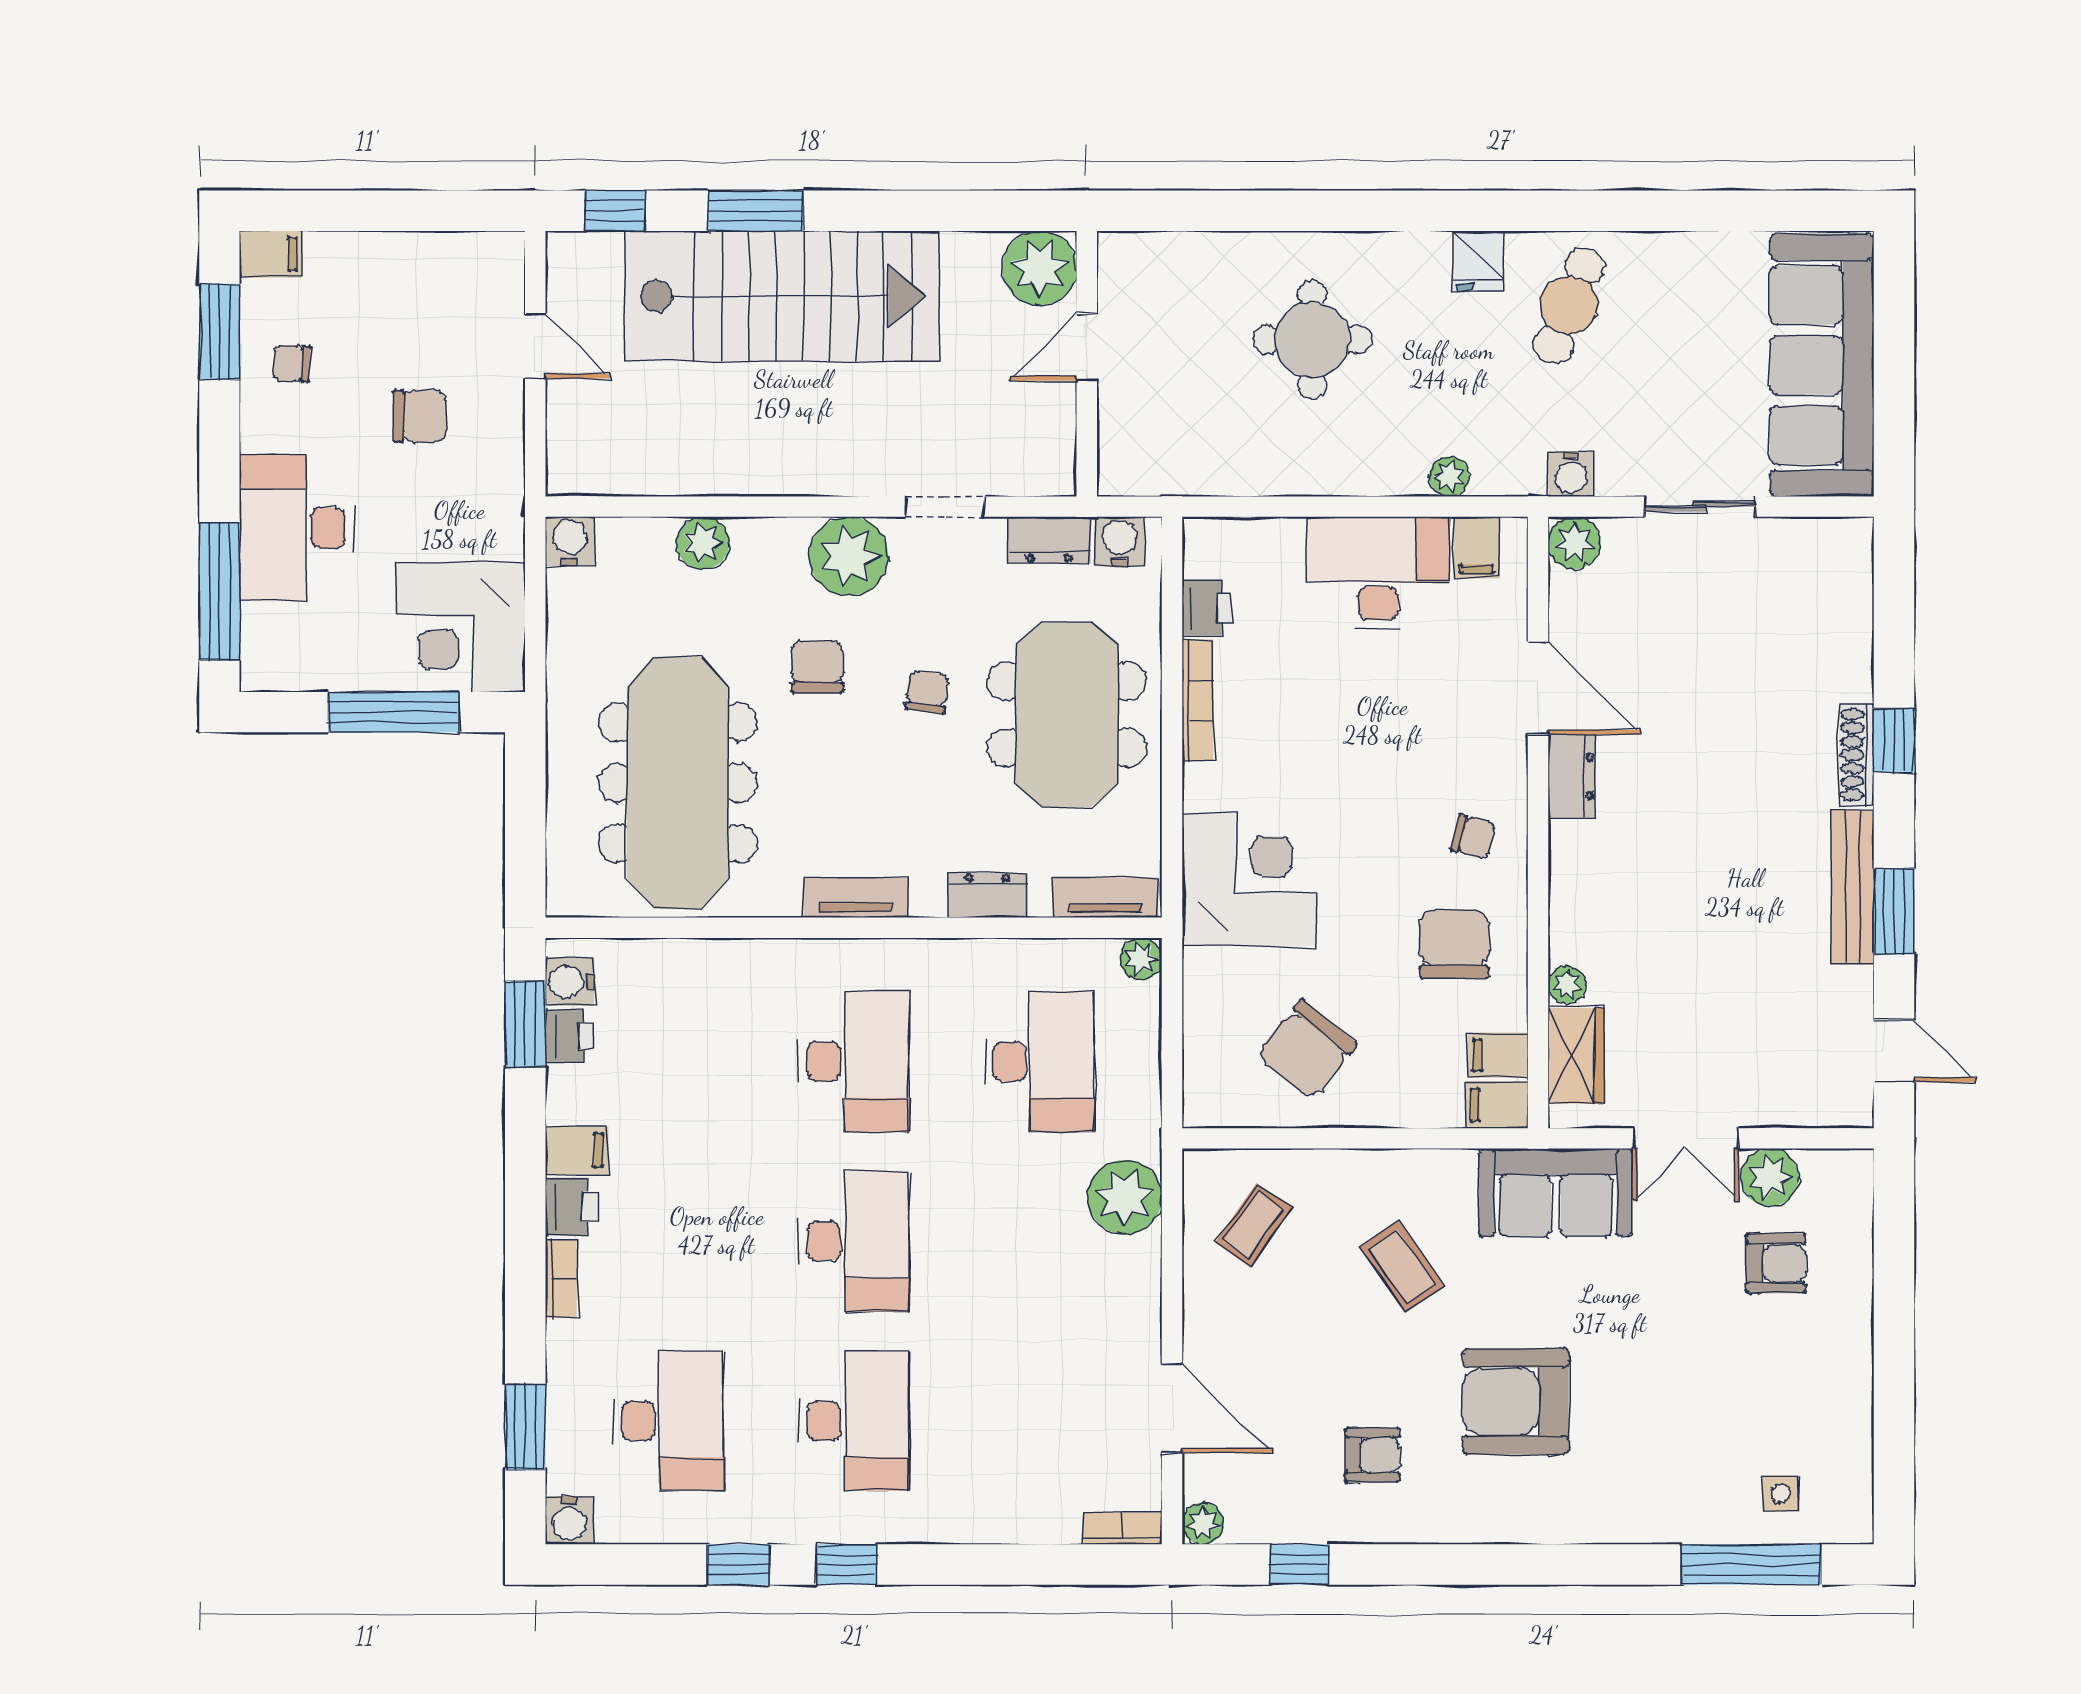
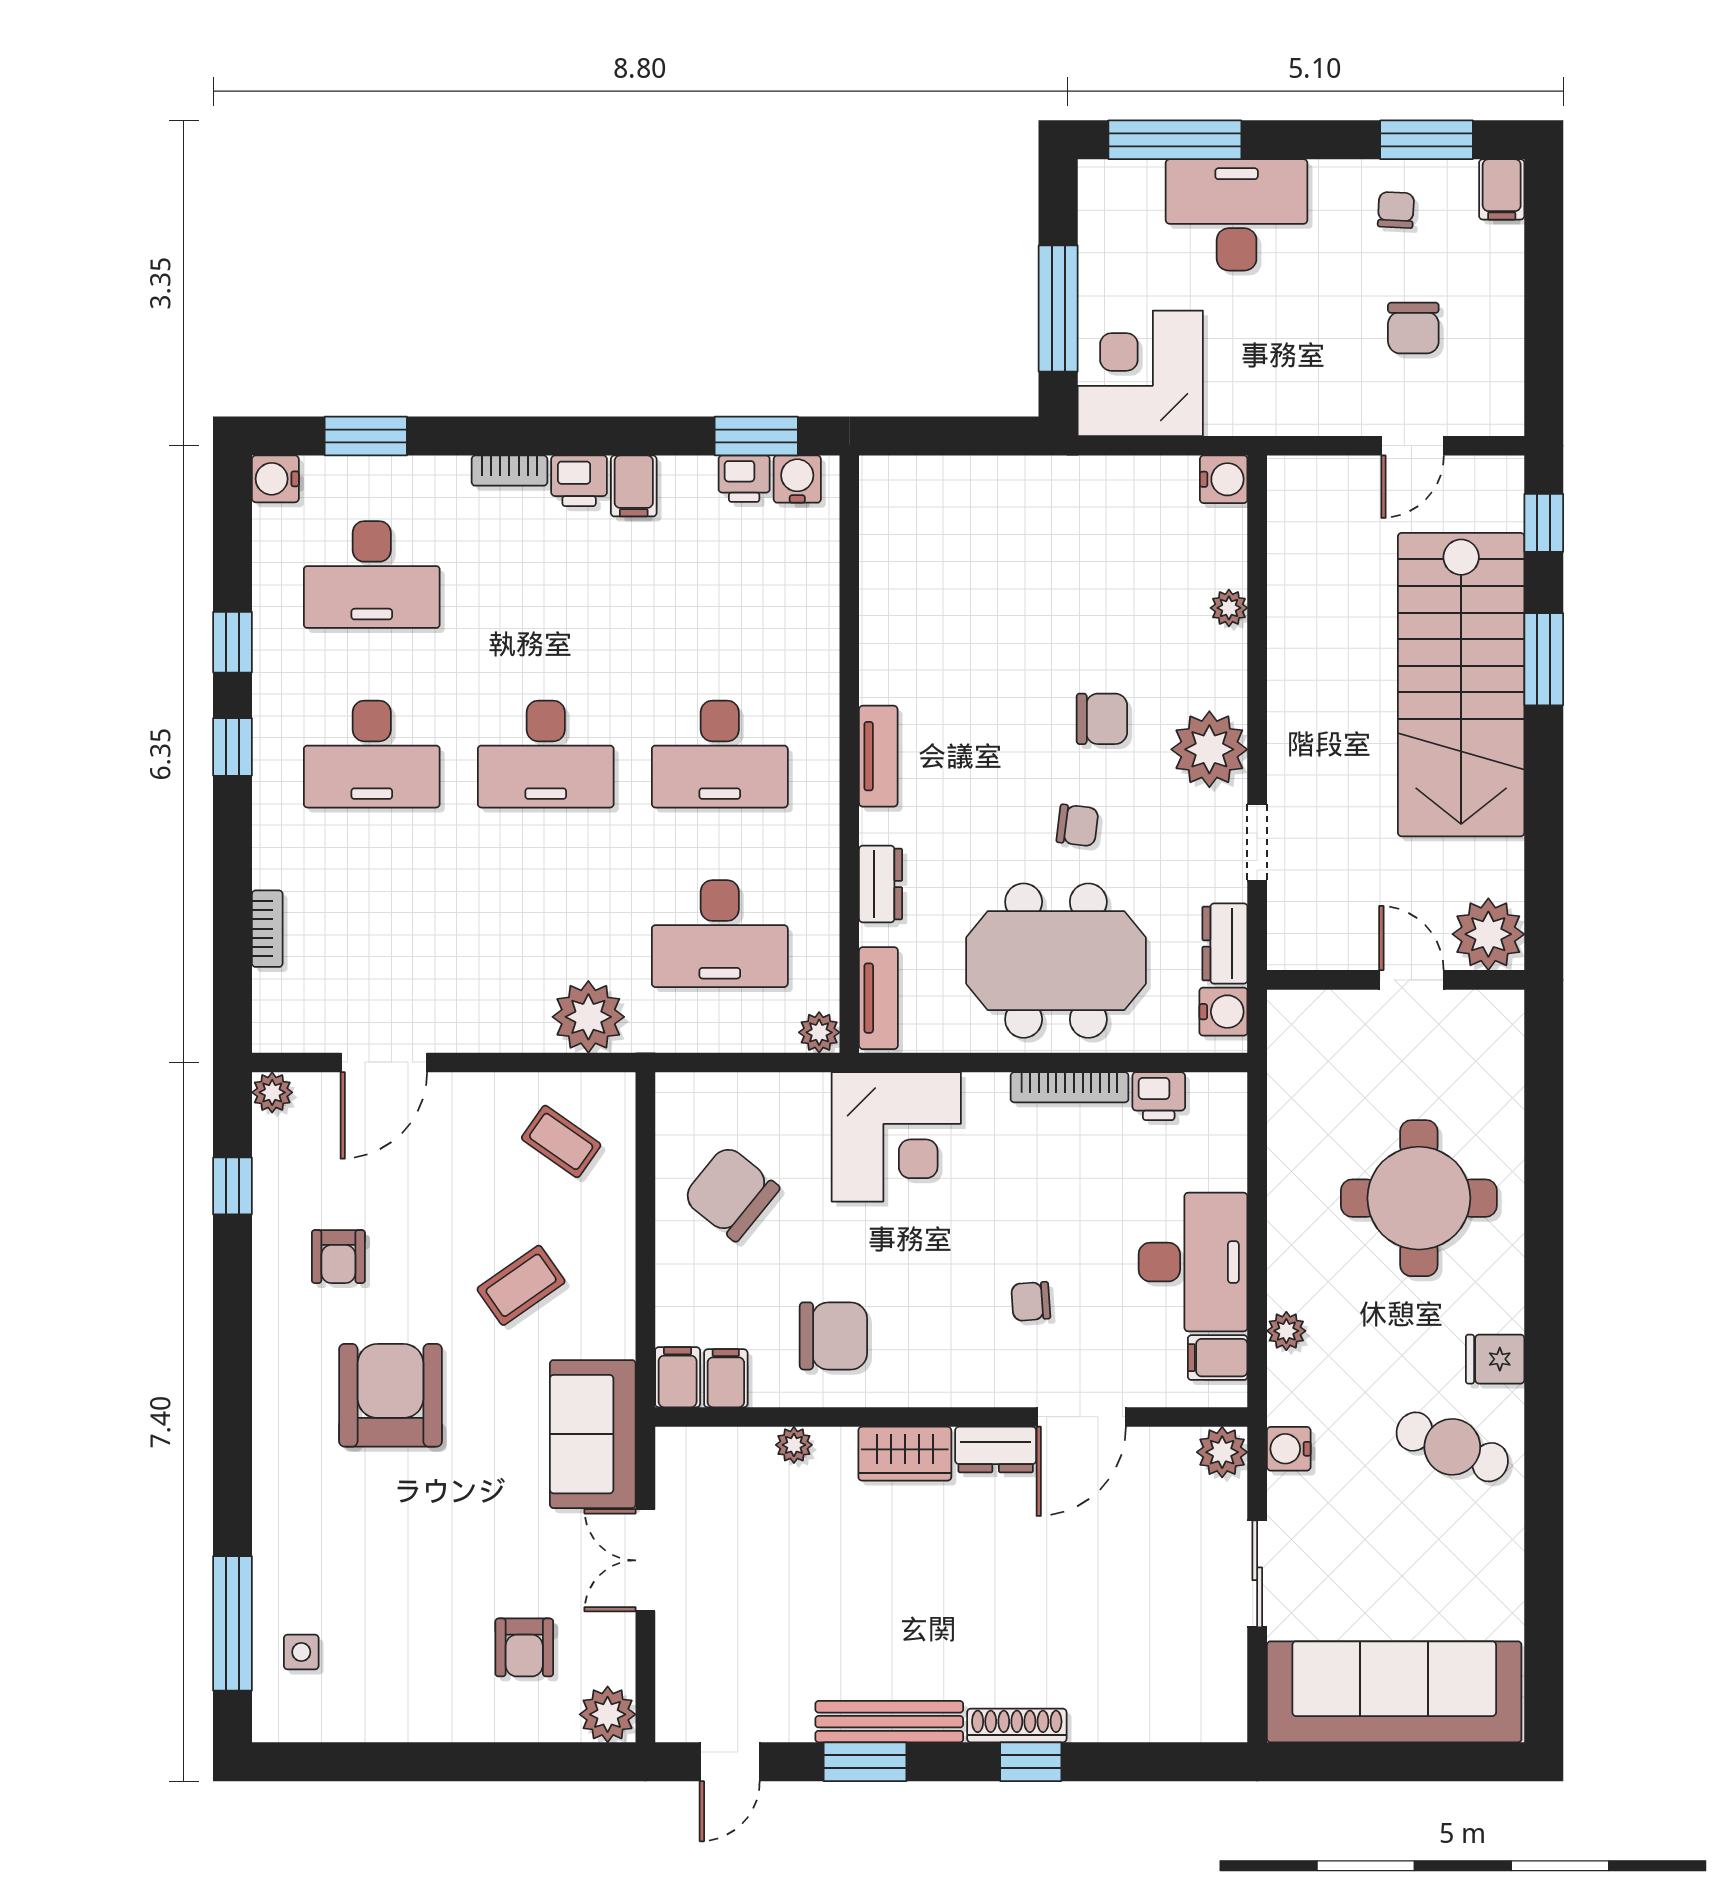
round table: (1312, 340) -> (1419, 1198), width x1.36, depth x1.36
chair: (420, 416) -> (1413, 328), moved
plant: (703, 543) -> (1229, 608), width x0.73, depth x0.73
meeting table: (678, 783) -> (990, 584), removed
chair: (1473, 837) -> (1031, 1301), moved, turned 71
wardrobe: (1576, 1056) -> (905, 1454), moved
plant: (1770, 1177) -> (608, 1714), moved
bookcase: (1122, 1529) -> (267, 929), moved

